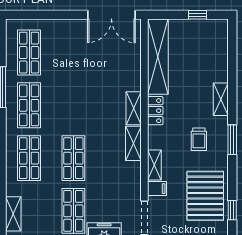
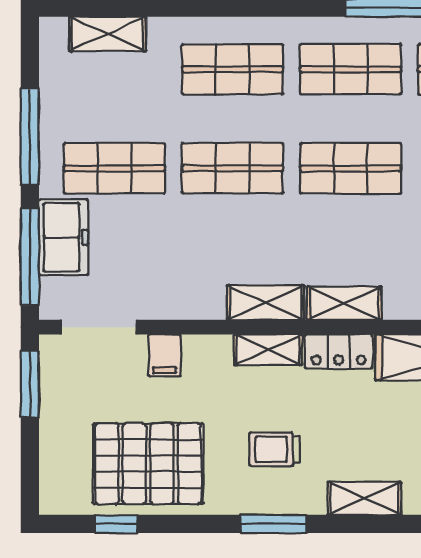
shop shelf: (73, 105) -> (351, 168), added
shelving: (154, 165) -> (268, 350), moved

